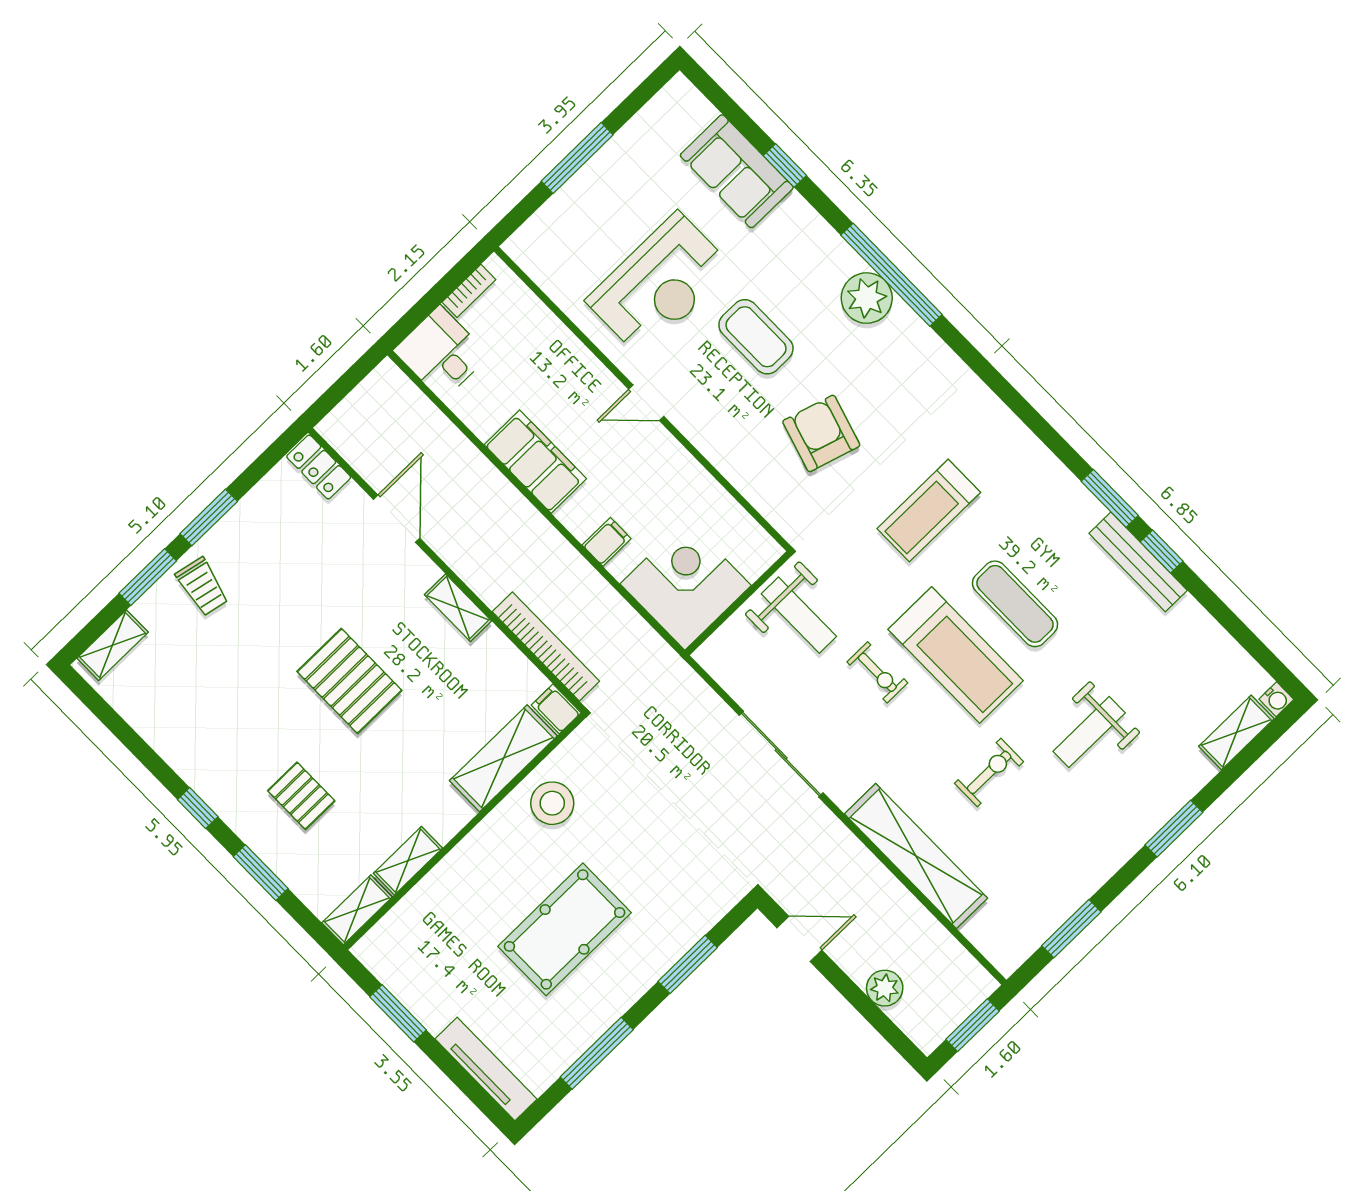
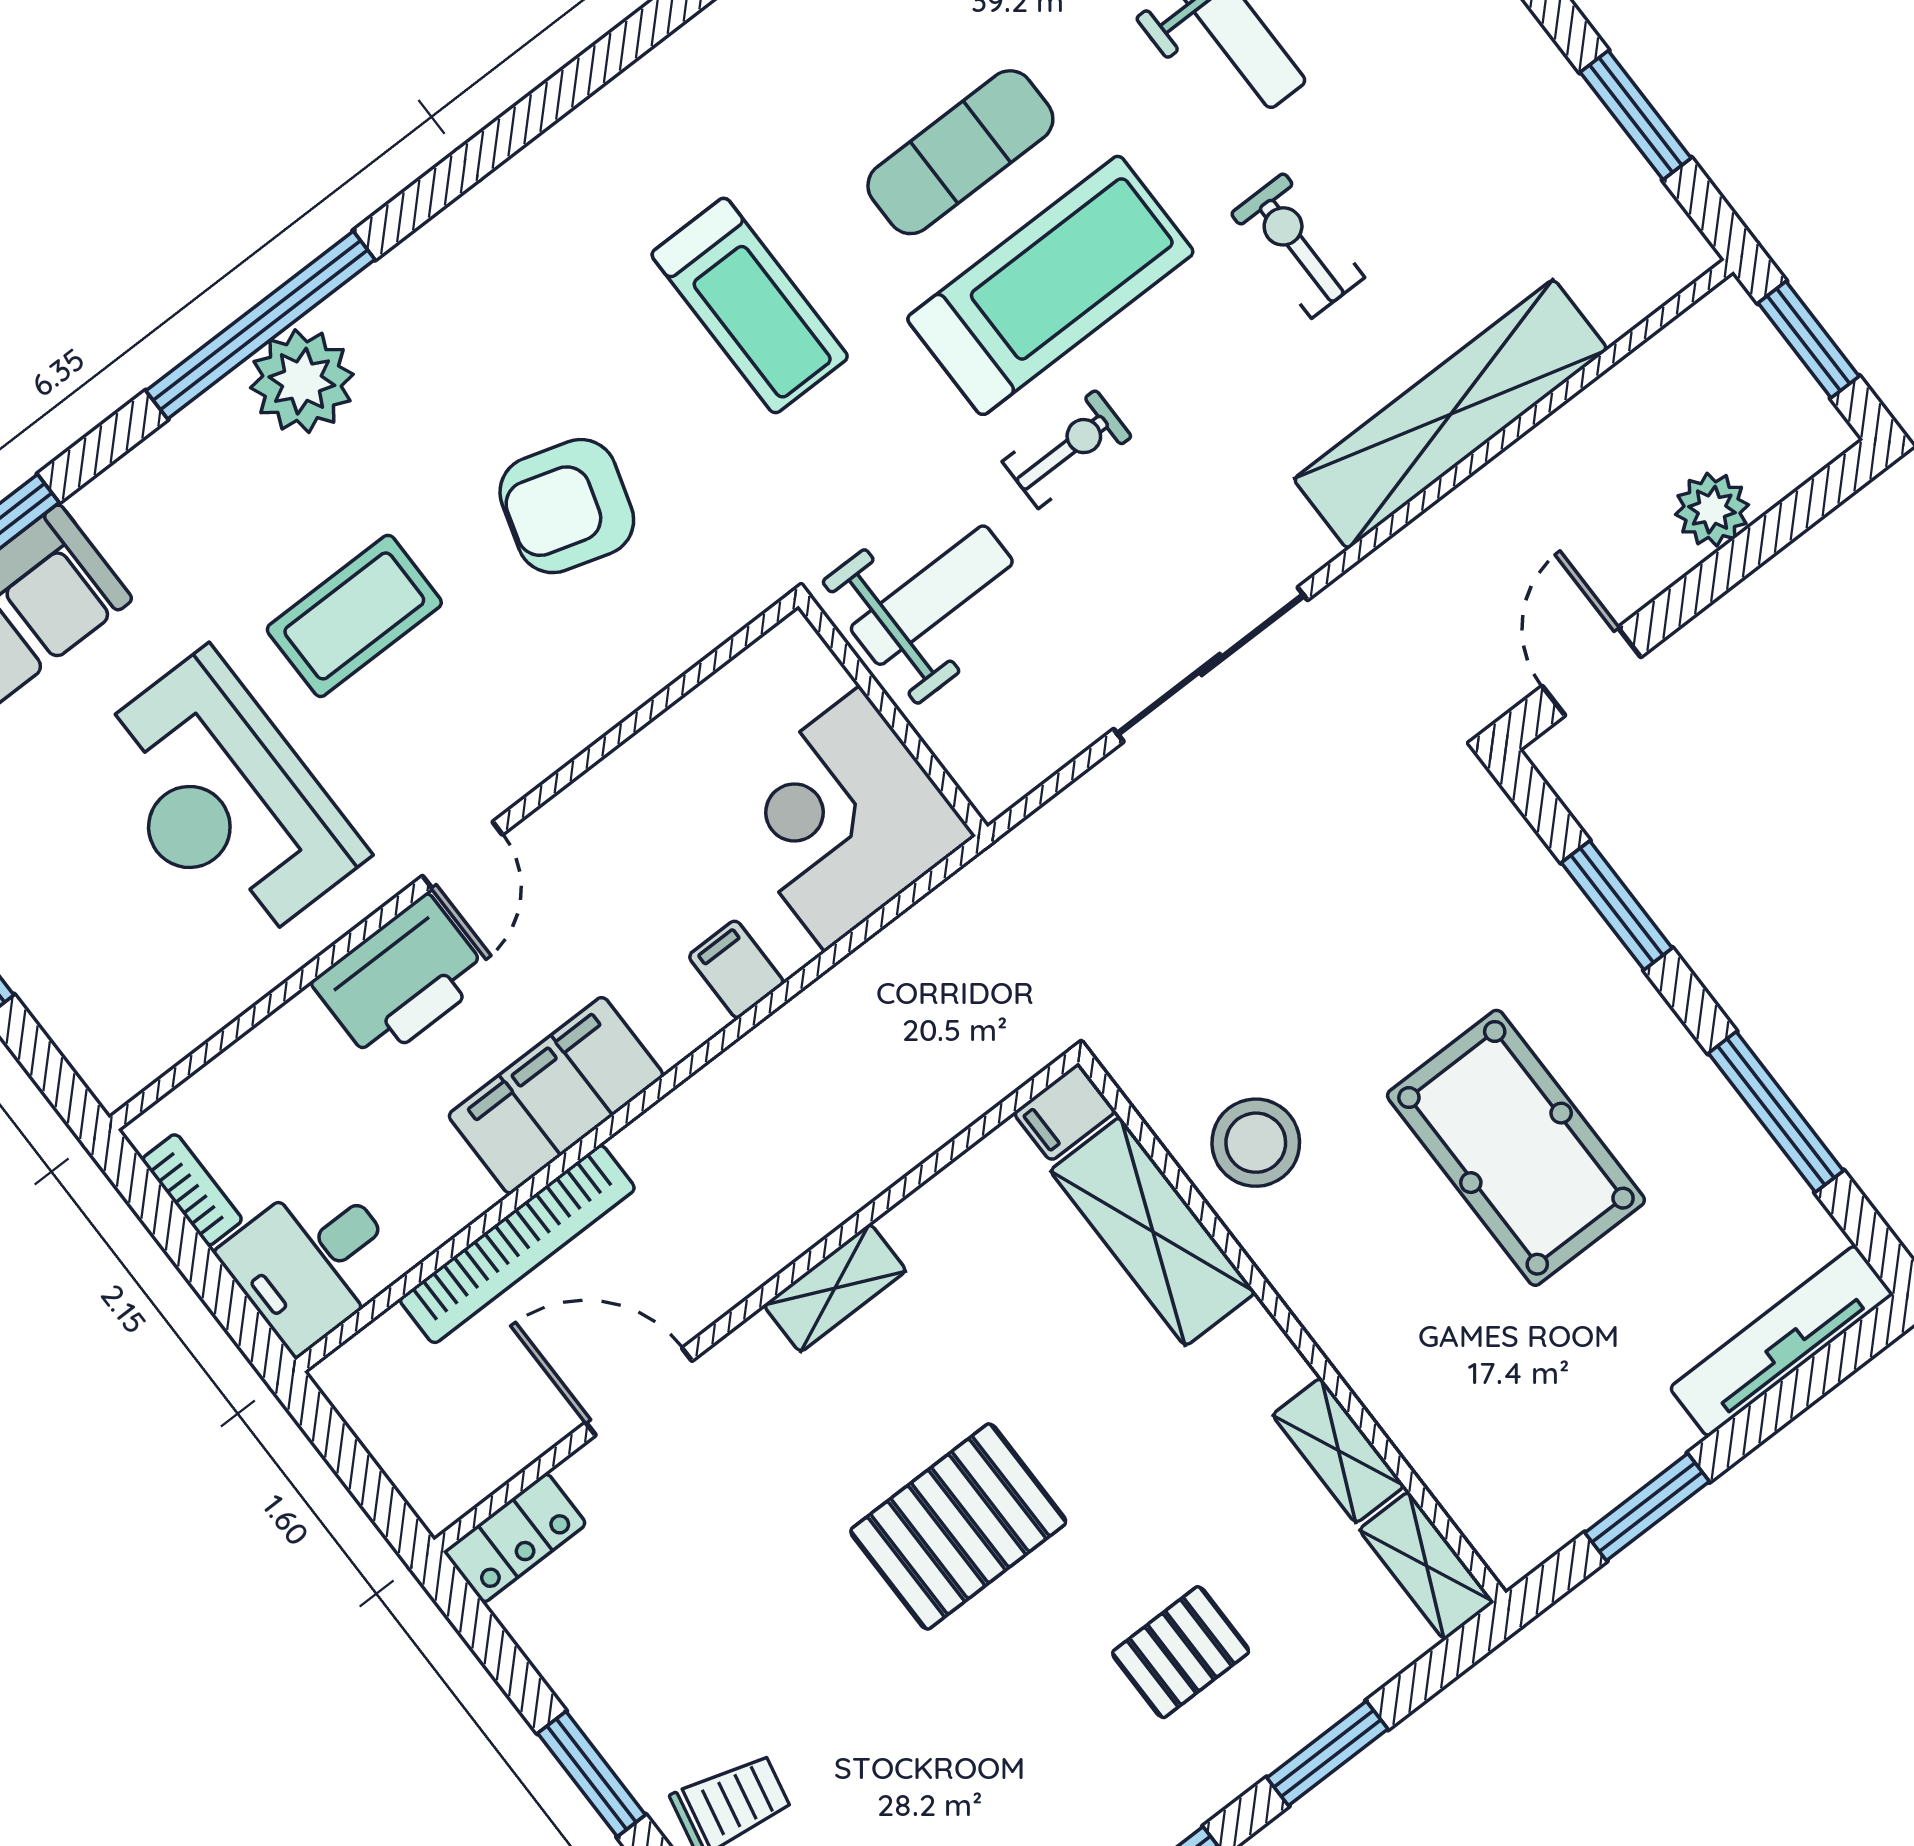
reception desk: (659, 284) -> (224, 800), turned 180
printer: (583, 380) -> (401, 979), added
bookcase: (546, 646) -> (517, 1244), moved, turned 180

